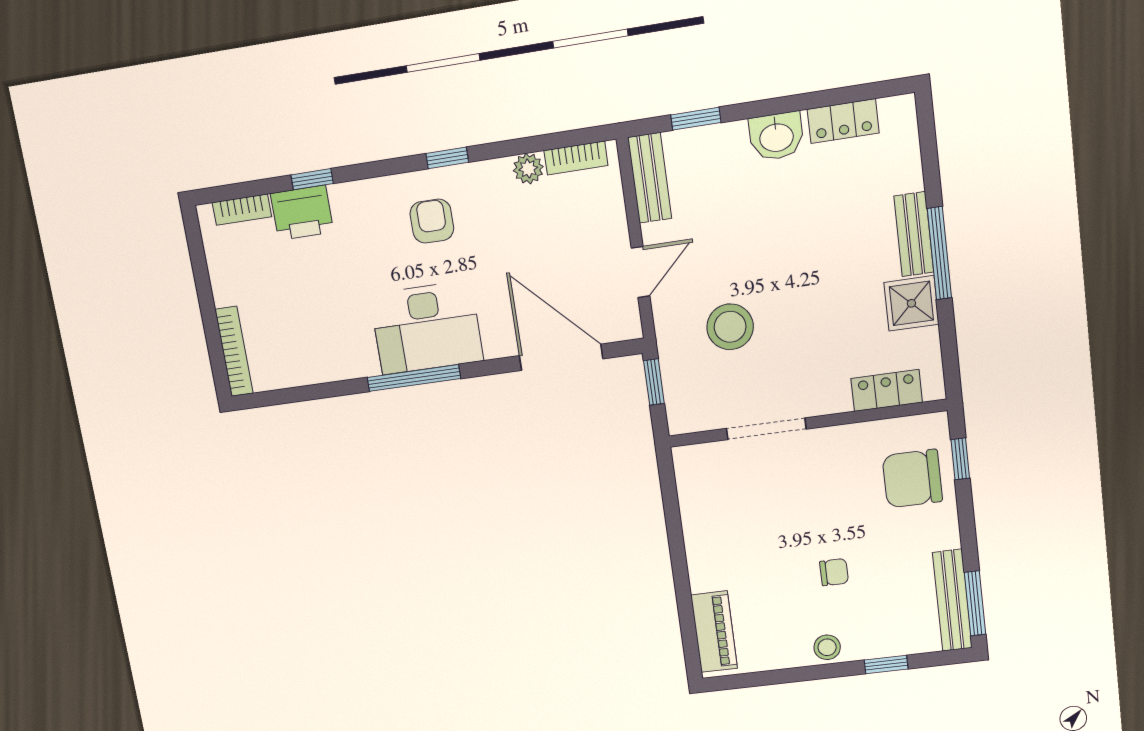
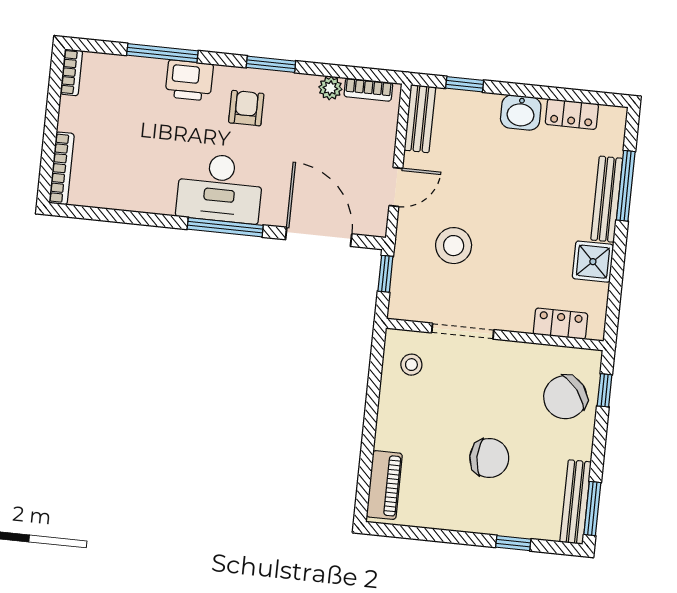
window: (447, 158) -> (271, 64), width x1.50
window: (312, 179) -> (162, 53), width x2.17
bookcase: (242, 210) -> (71, 72), moved, turned -90
printer: (302, 213) -> (189, 80), moved
bench: (914, 234) -> (607, 199), width x1.36
window: (939, 253) -> (626, 186), moved
window: (414, 378) -> (225, 227), moved
chair: (912, 479) -> (565, 397), turned -38
chair: (834, 572) -> (489, 458), width x1.87, depth x1.87
stool: (827, 647) -> (411, 365), moved

